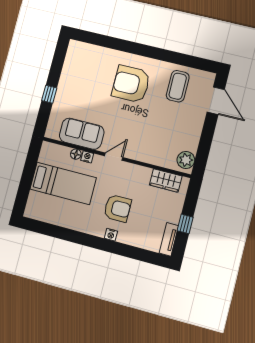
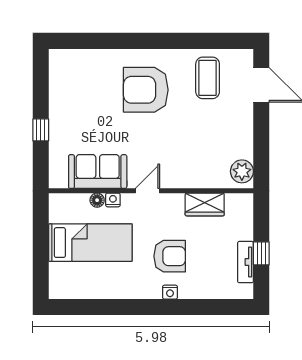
wardrobe: (166, 181) -> (205, 204), moved
tv unit: (169, 239) -> (246, 262), moved

